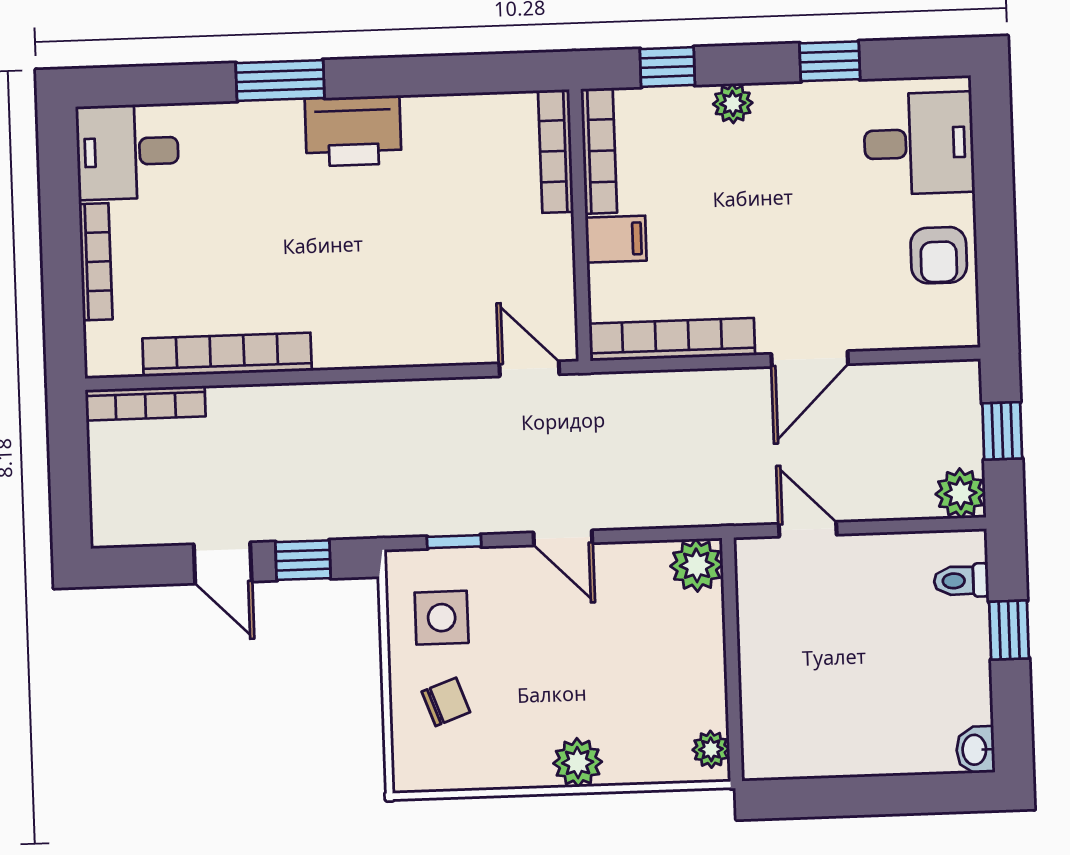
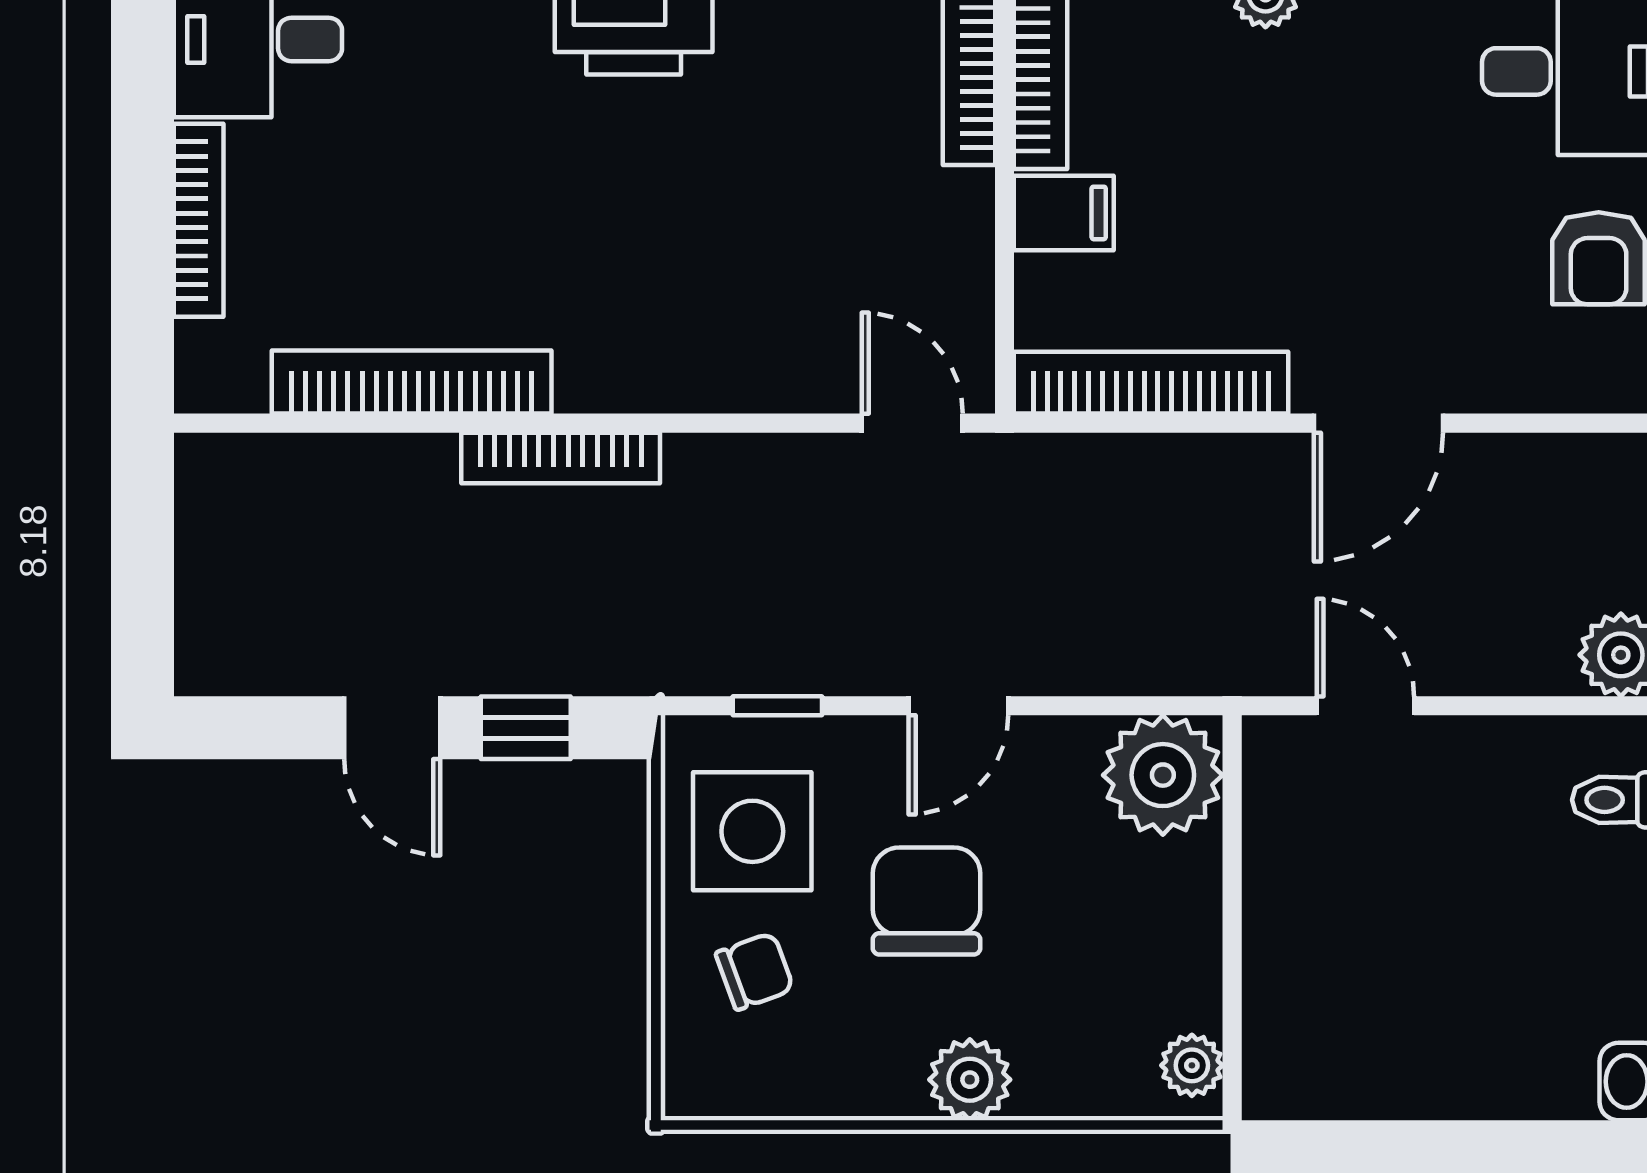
bookcase: (145, 403) -> (561, 458), moved
door: (563, 538) -> (958, 706), hinge flipped
plant: (697, 565) -> (1163, 775), width x1.36, depth x1.36
side table: (442, 618) -> (752, 831), width x1.37, depth x1.37
chair: (548, 656) -> (927, 901), added

